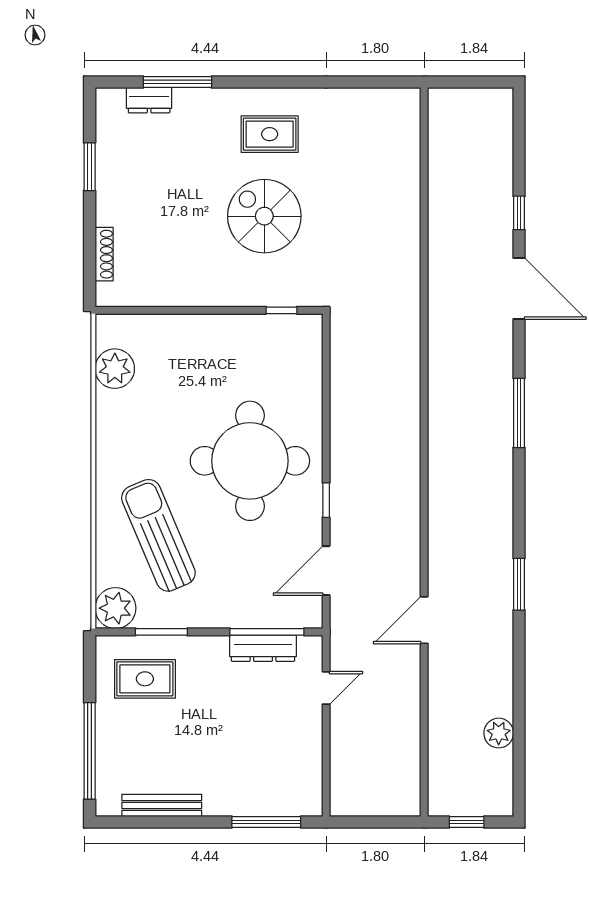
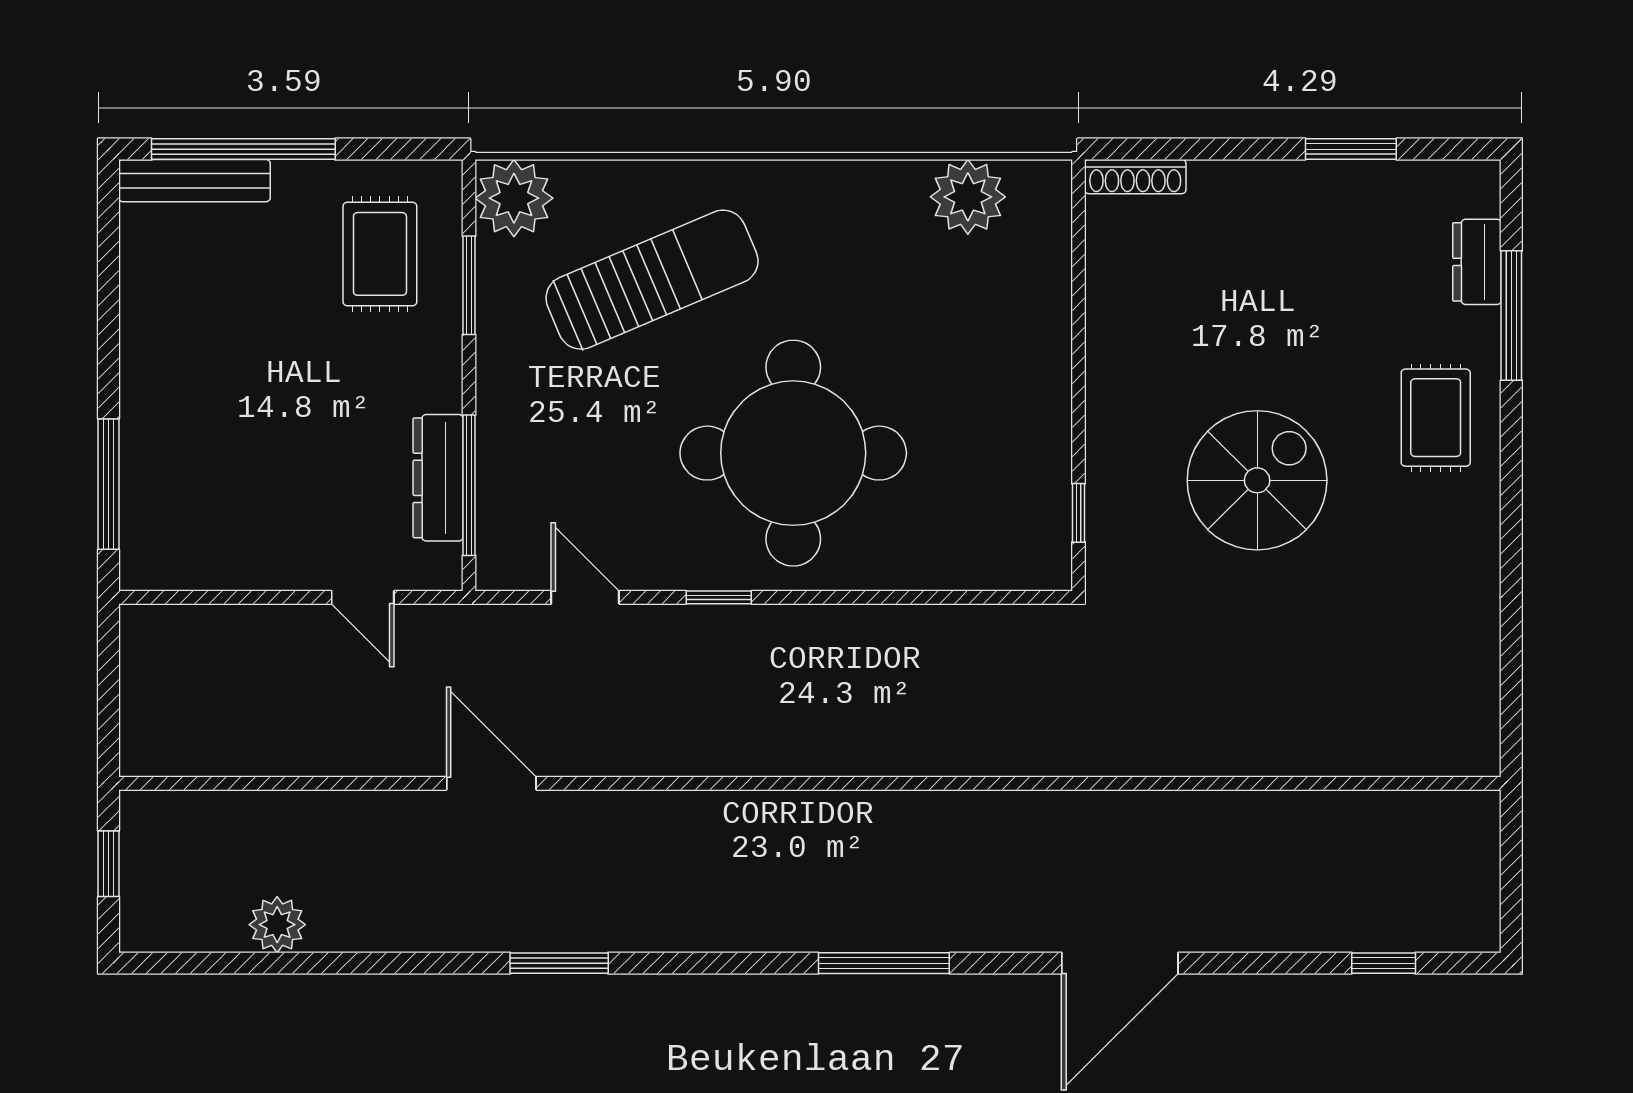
rug: (270, 134) -> (1436, 418), moved
window: (519, 213) -> (1384, 963), moved
shoe rack: (104, 254) -> (1135, 177), moved
door: (326, 571) -> (585, 597), width x0.73
bench: (162, 805) -> (194, 181), moved, turned 90

